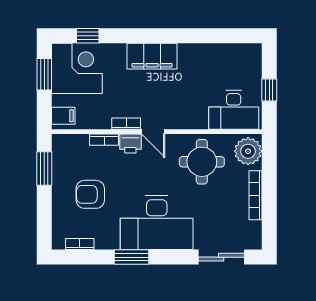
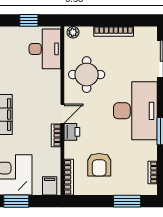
bookcase: (104, 140) -> (69, 177), moved, width x1.56
plant: (248, 151) -> (73, 32), width x0.53, depth x0.53
window: (44, 168) -> (127, 201), moved
armchair: (90, 194) -> (99, 165), moved

